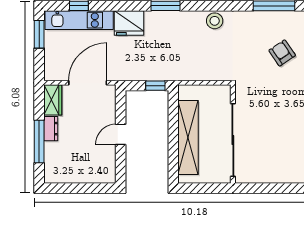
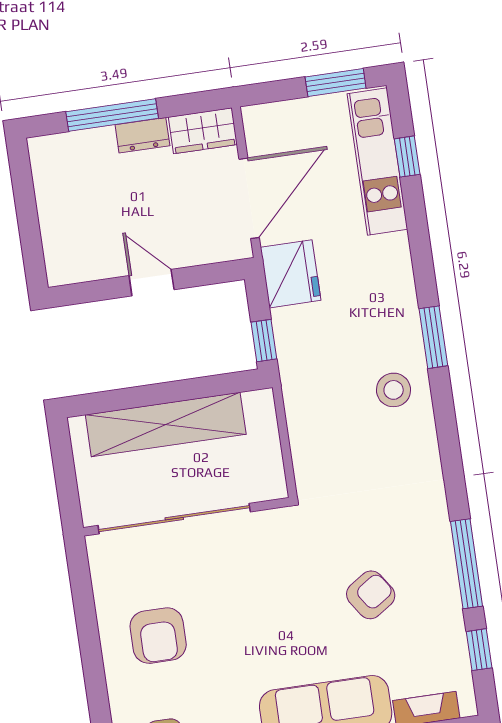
stool: (215, 21) -> (394, 390), moved
fridge: (129, 23) -> (291, 274), moved, turned 180
door: (88, 83) -> (249, 198), hinge flipped
armchair: (287, 156) -> (158, 636), added

